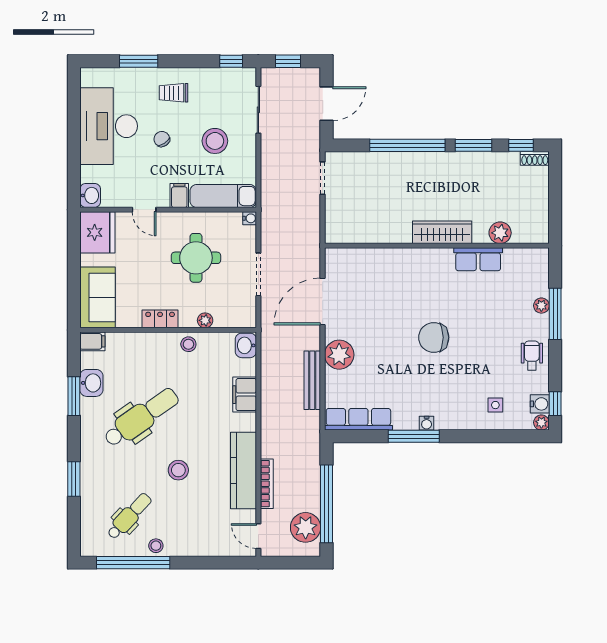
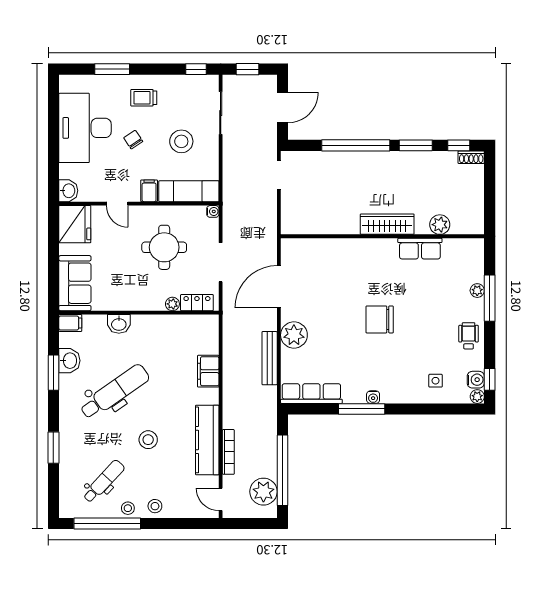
locker: (160, 319) -> (197, 303), moved
stool: (188, 344) -> (155, 506), moved
washbasin: (246, 345) -> (119, 324), moved, turned -90

